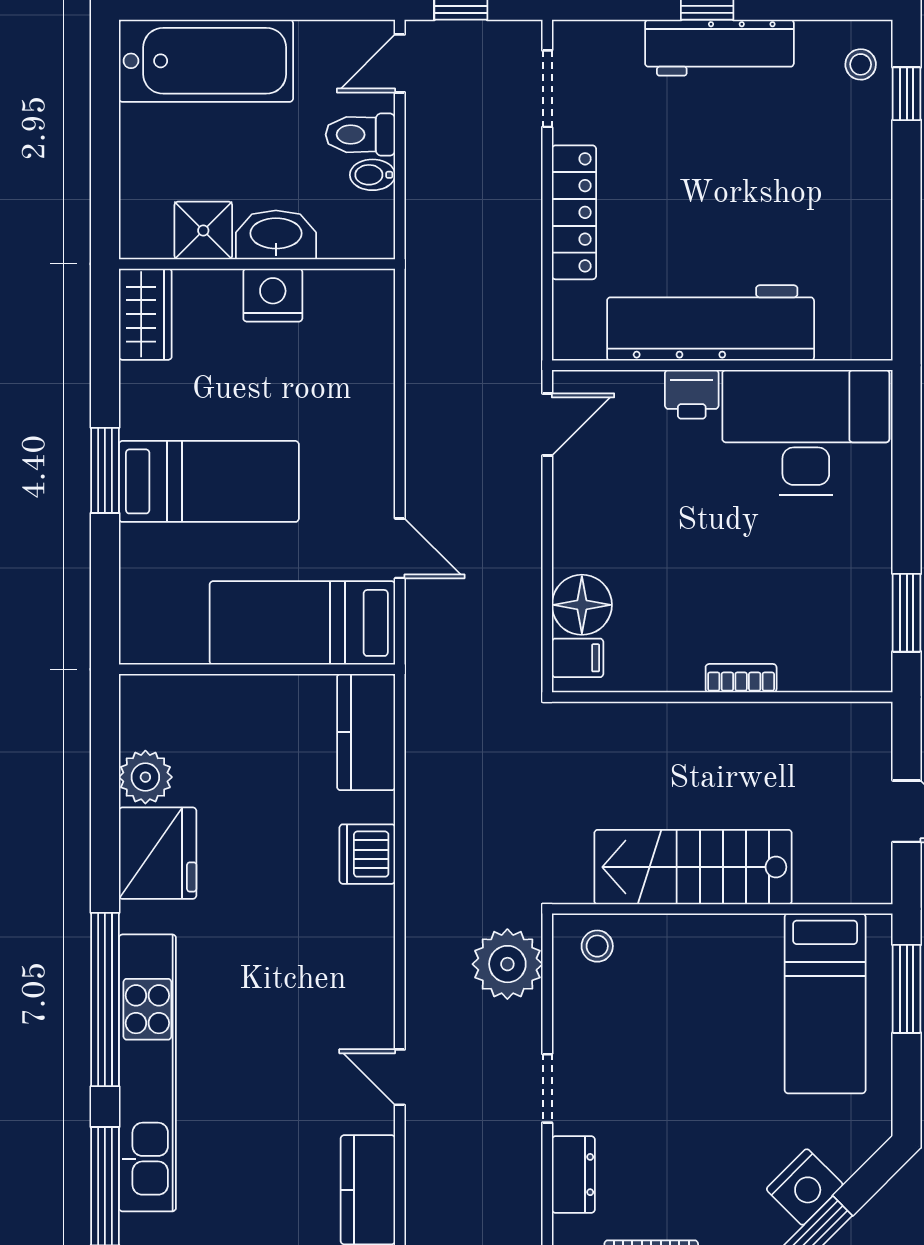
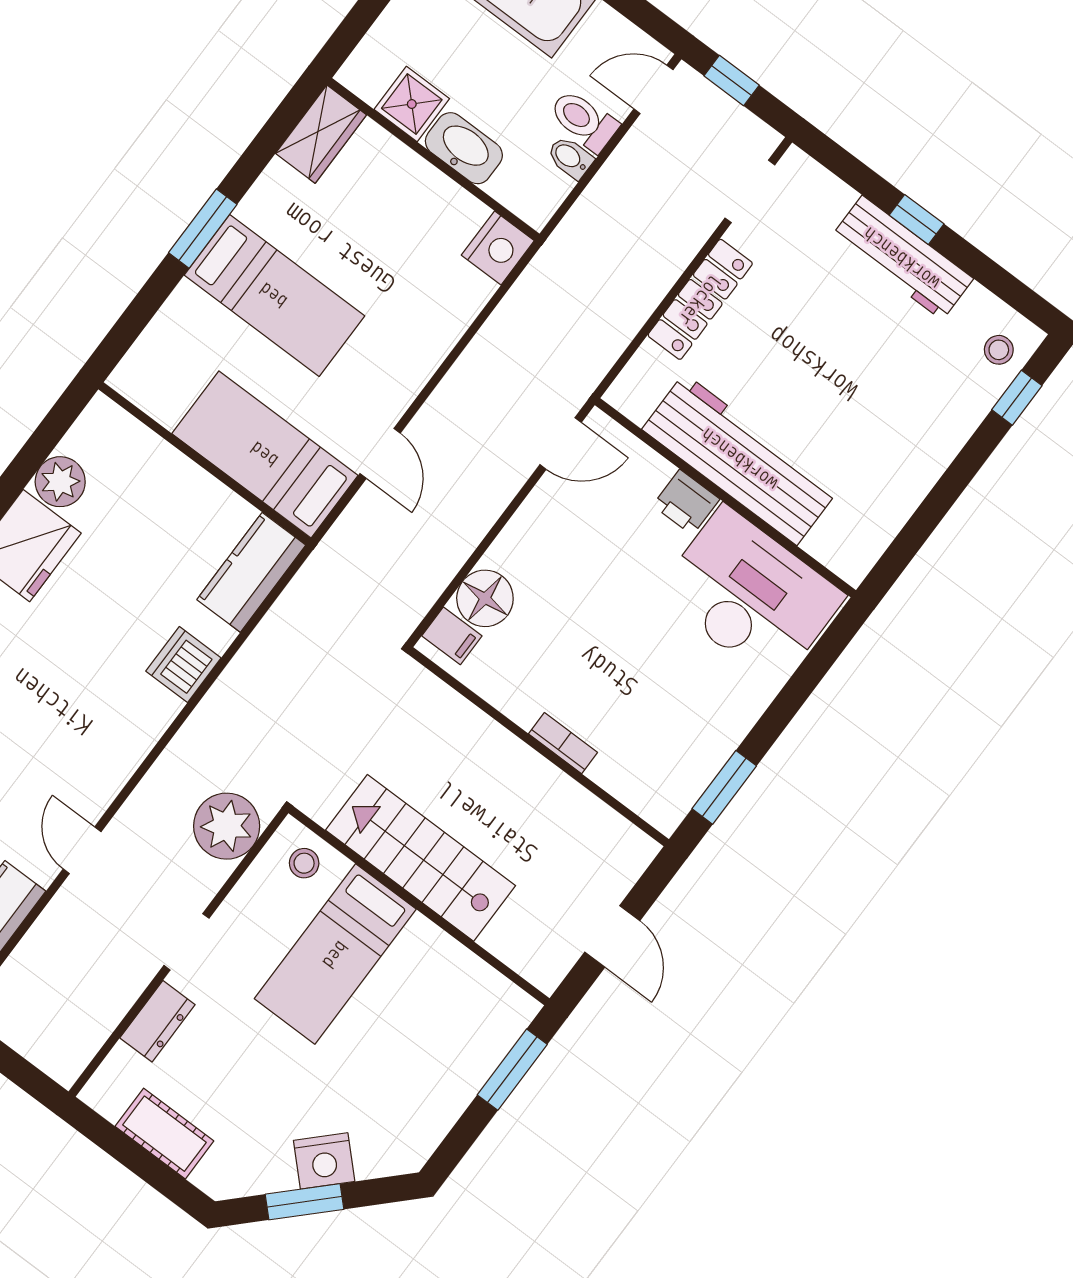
nightstand: (273, 295) -> (498, 248), moved, turned 90
bed: (825, 1003) -> (335, 954), moved

